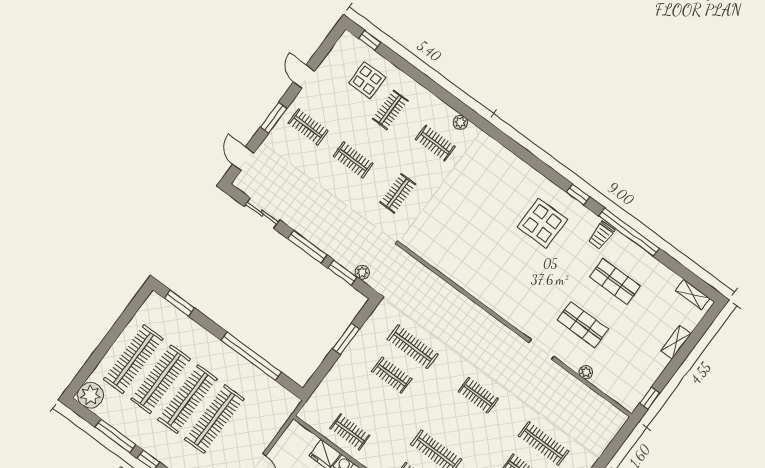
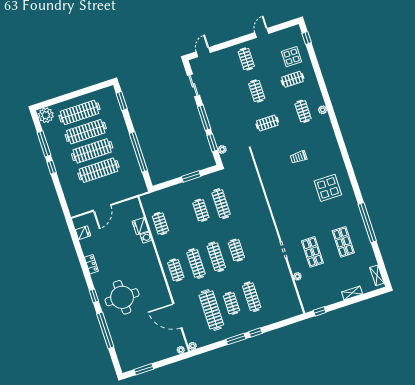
window: (274, 118) -> (232, 43), removed
window: (578, 195) -> (355, 186), removed
trolley: (601, 235) -> (299, 157), moved
clothes rail: (457, 424) -> (216, 257), added

